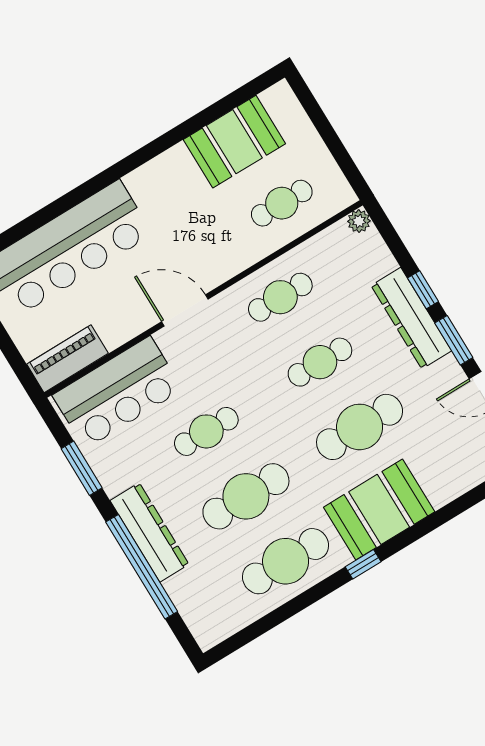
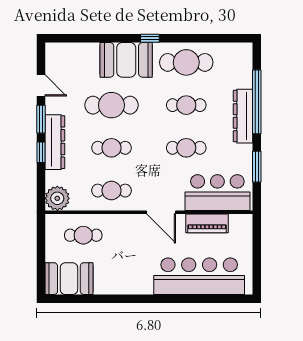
booth: (234, 142) -> (69, 279), moved
plant: (359, 221) -> (57, 198), width x1.87, depth x1.87
piano: (68, 359) -> (207, 223), moved
cafe table: (246, 496) -> (186, 105), width x0.73, depth x0.74

